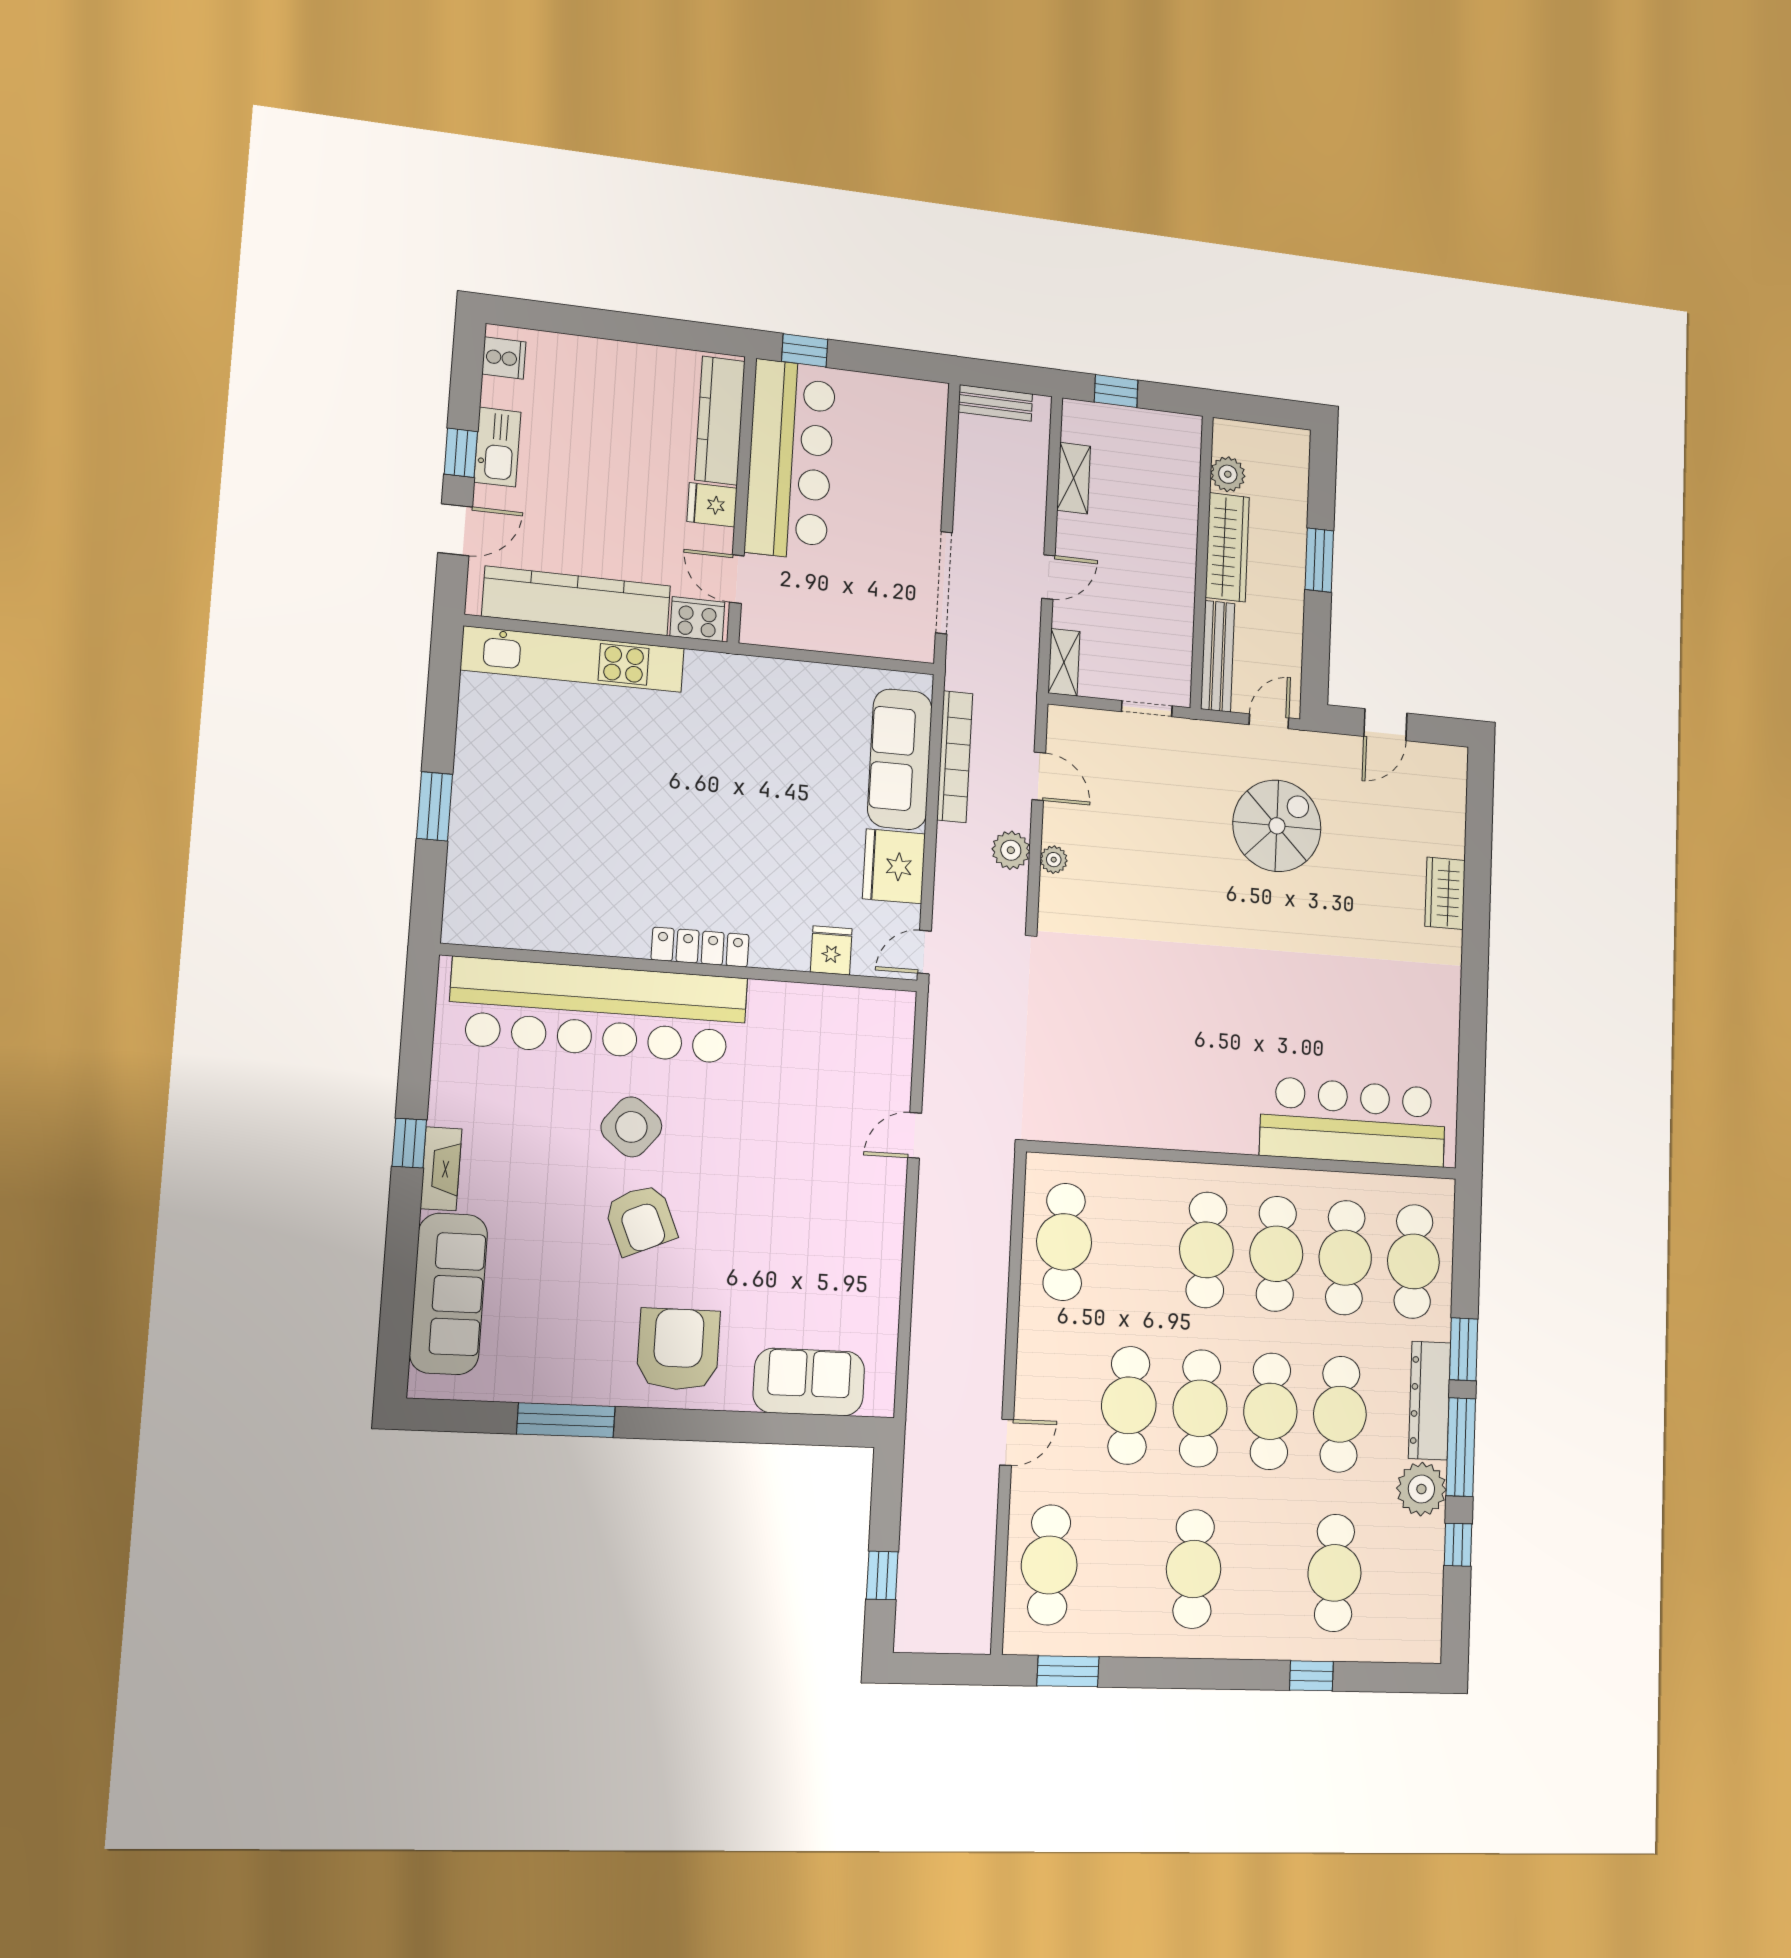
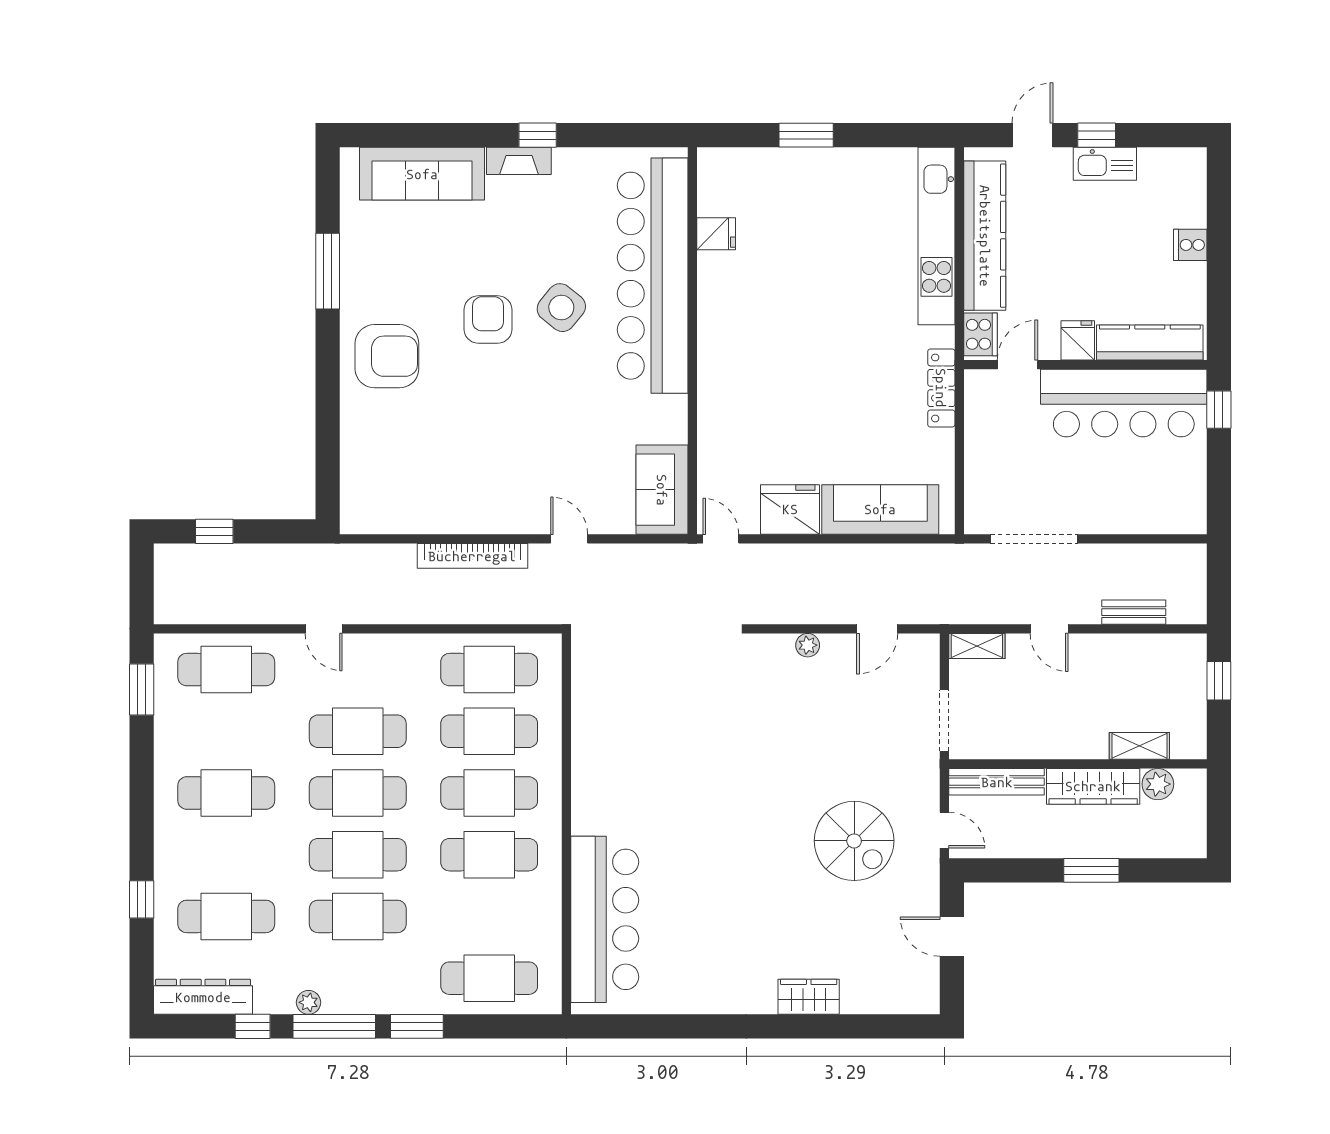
cooker: (504, 358) -> (1190, 245), moved, turned 90
bench: (995, 403) -> (1134, 612), moved, turned 90
shelving: (1074, 478) -> (1139, 746), moved
door: (455, 530) -> (1033, 135), swing flipped
doorway: (1147, 709) -> (944, 720), width x1.38
bookcase: (955, 757) -> (472, 556), moved
plant: (1011, 850) -> (812, 608), removed
locker: (700, 947) -> (941, 388), moved, turned 180
fridge: (831, 950) -> (716, 234), moved
armchair: (640, 1220) -> (488, 320), turned 113
cafe table: (1345, 1258) -> (489, 731), moved
sofa: (809, 1382) -> (662, 490), moved, turned 180
dresser: (1430, 1401) -> (203, 997), moved
plant: (1421, 1489) -> (309, 1002), width x0.53, depth x0.53

